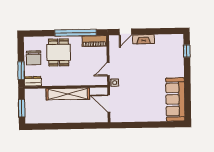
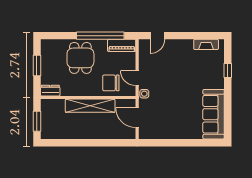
fireplace: (144, 39) -> (206, 44), moved
window: (187, 51) -> (228, 71), moved
chair: (34, 58) -> (111, 83), moved, turned 90
door: (108, 69) -> (137, 78), hinge flipped
window: (21, 71) -> (37, 66), moved

